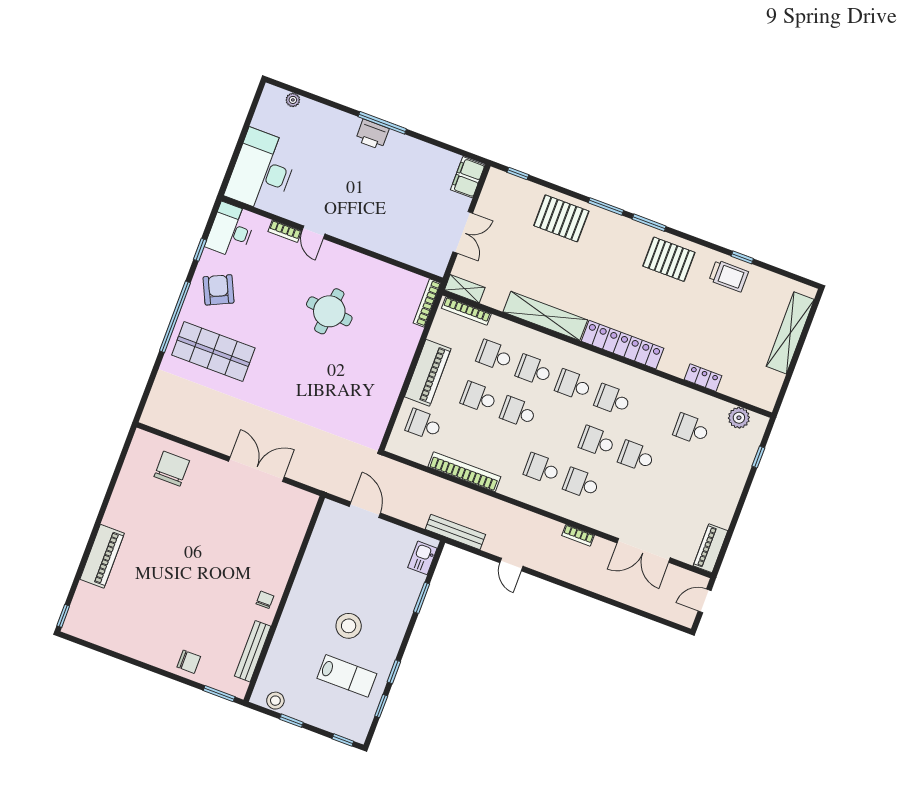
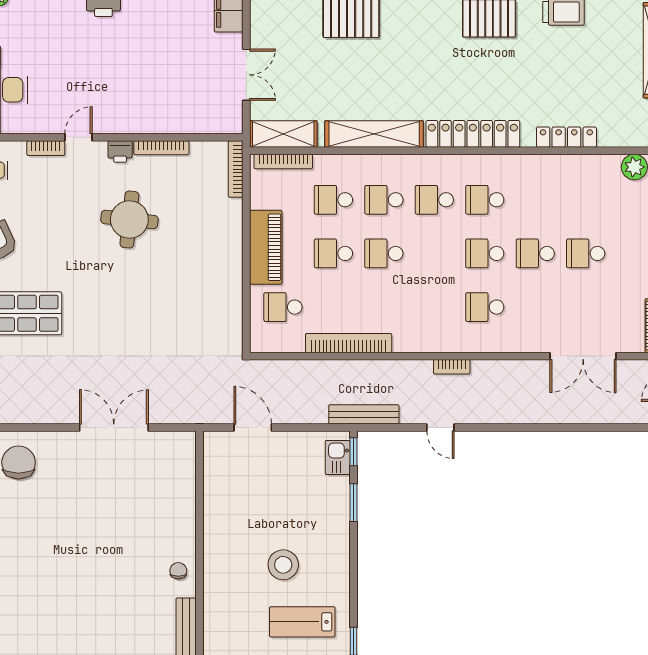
door: (314, 232) -> (78, 137), swing flipped
printer: (342, 256) -> (120, 152), added
bookcase: (375, 265) -> (161, 148), added
shelving: (465, 289) -> (283, 134), width x1.50, depth x1.33
locker: (703, 378) -> (566, 137), width x1.53
school desk: (691, 429) -> (586, 253), moved
school desk: (542, 469) -> (434, 307), removed
bookcase: (578, 535) -> (452, 367), moved
window: (394, 672) -> (354, 452), moved
lab bench: (347, 676) -> (302, 622), turned 180

